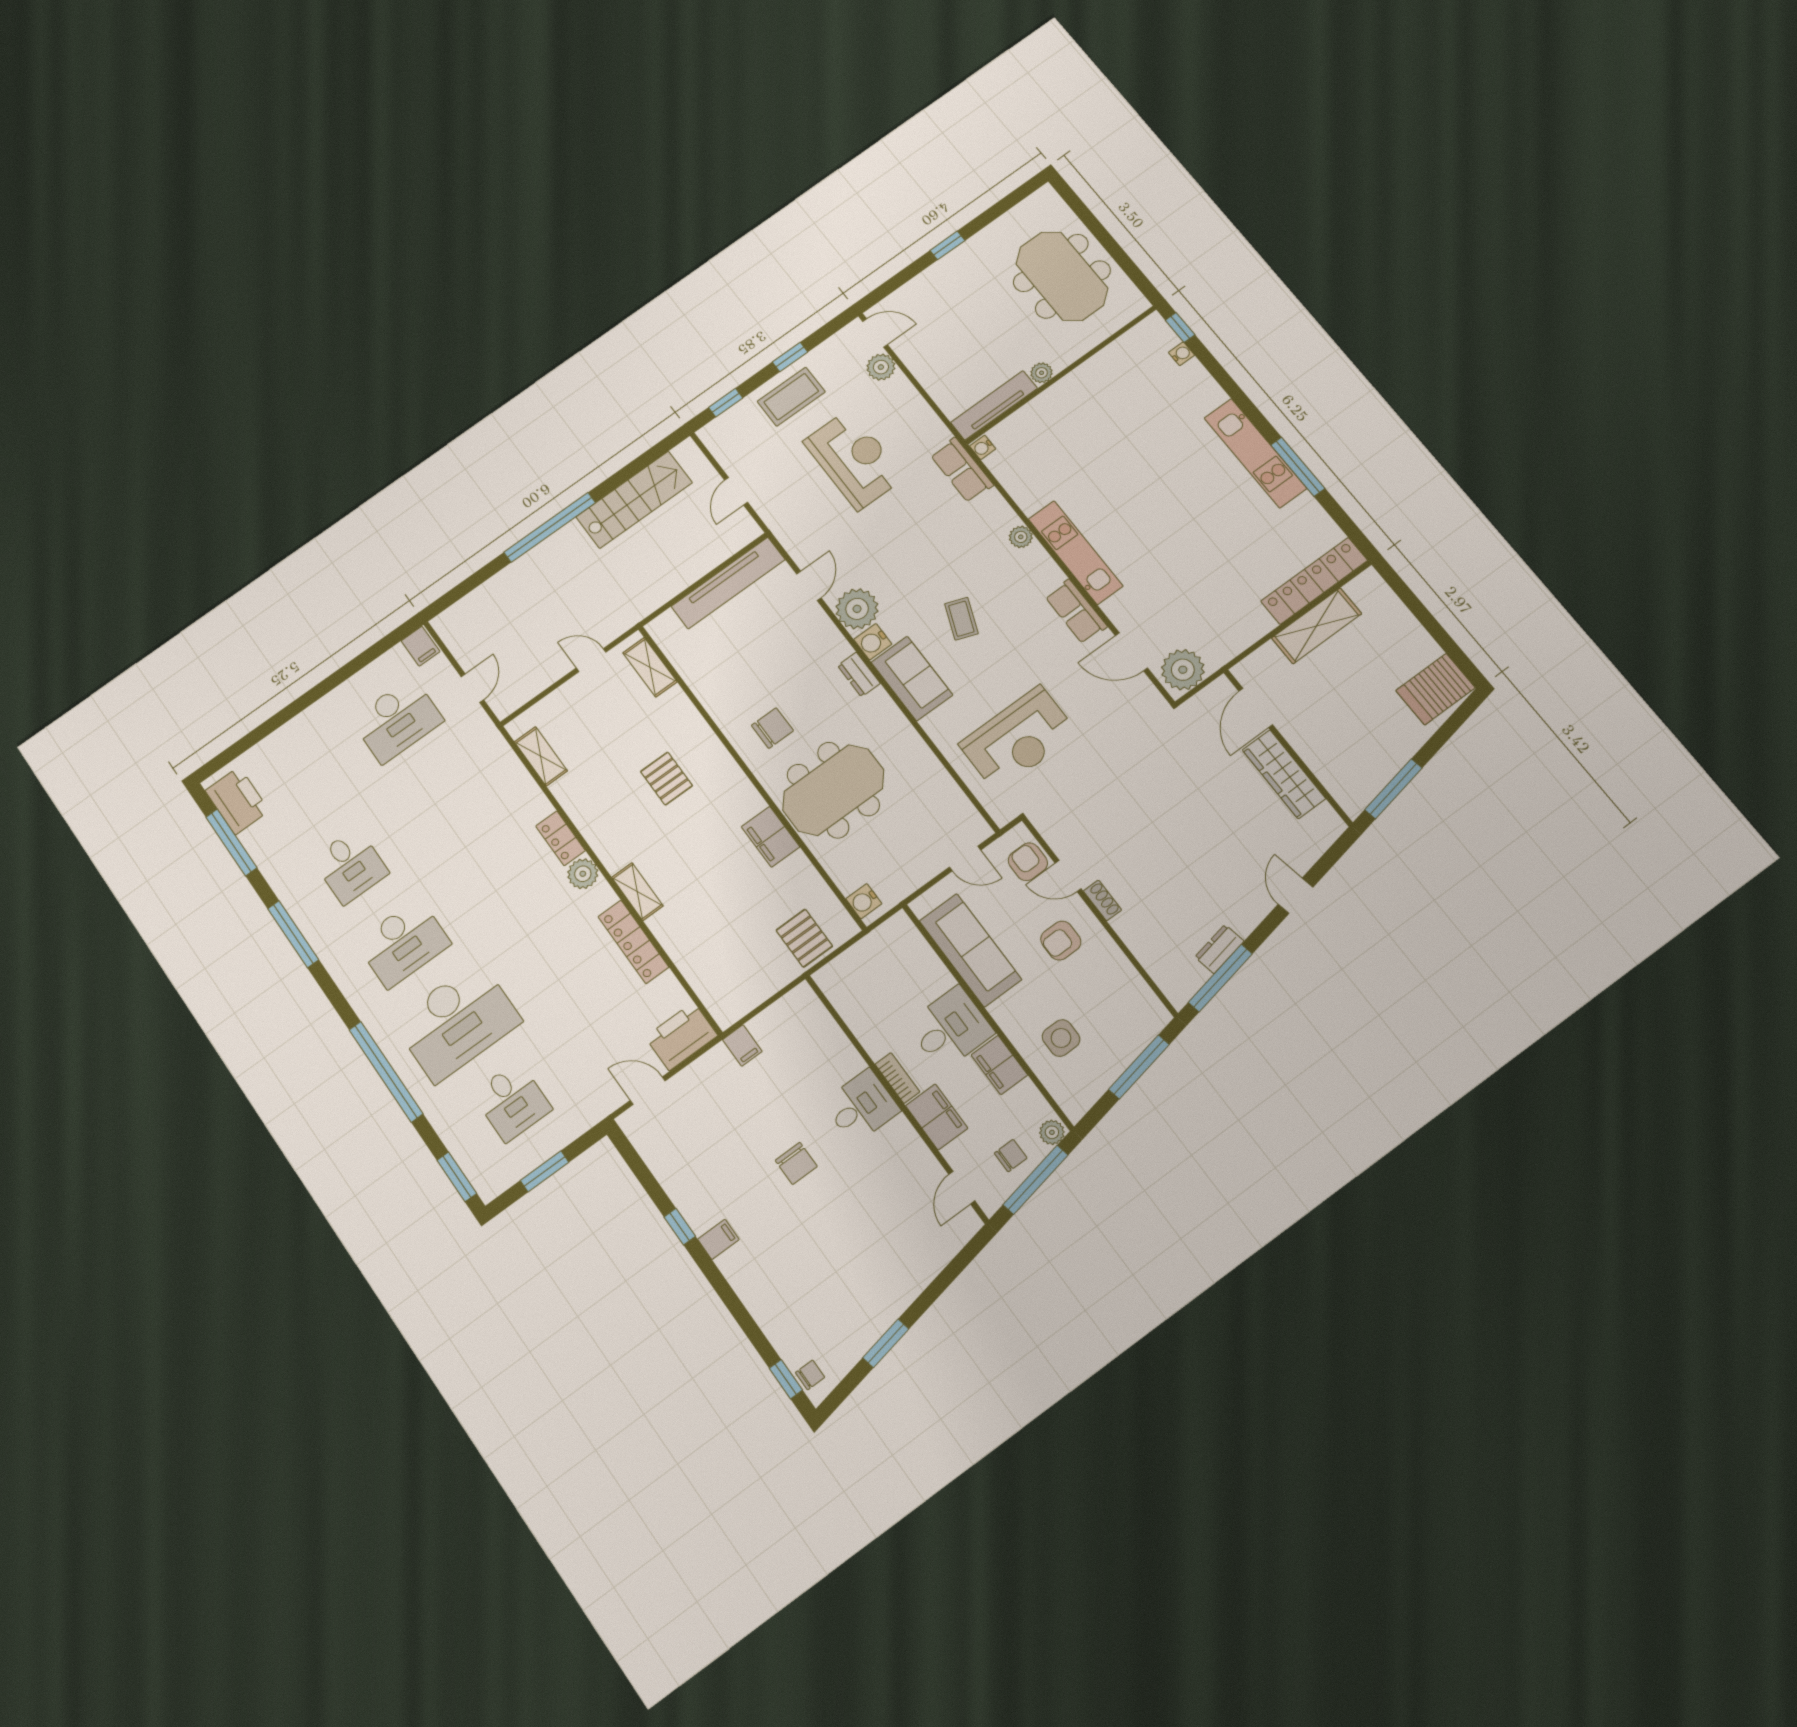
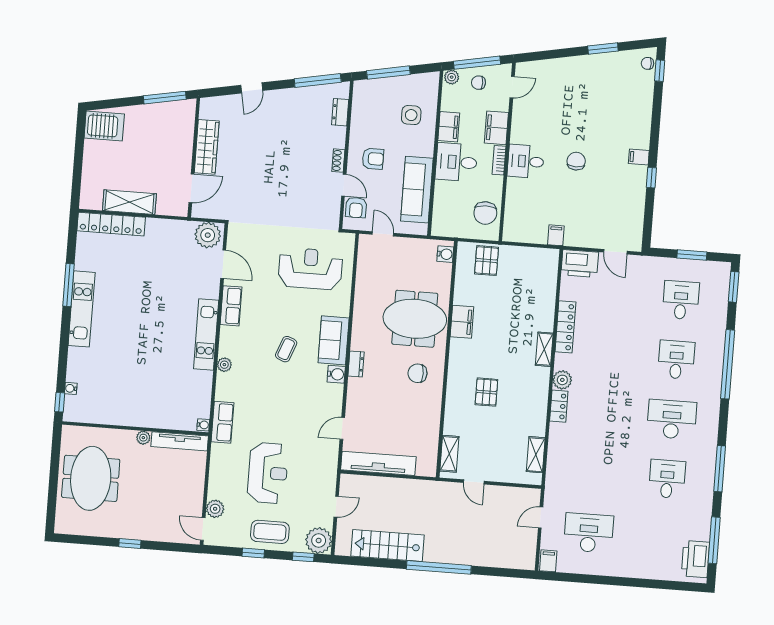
reception desk: (854, 459) -> (268, 473), turned 180
plant: (857, 609) -> (319, 540), moved
dresser: (1219, 949) -> (340, 112), moved, turned 101
chair: (857, 996) -> (485, 213), added
desk: (457, 1021) -> (676, 360), width x0.53, depth x0.77

